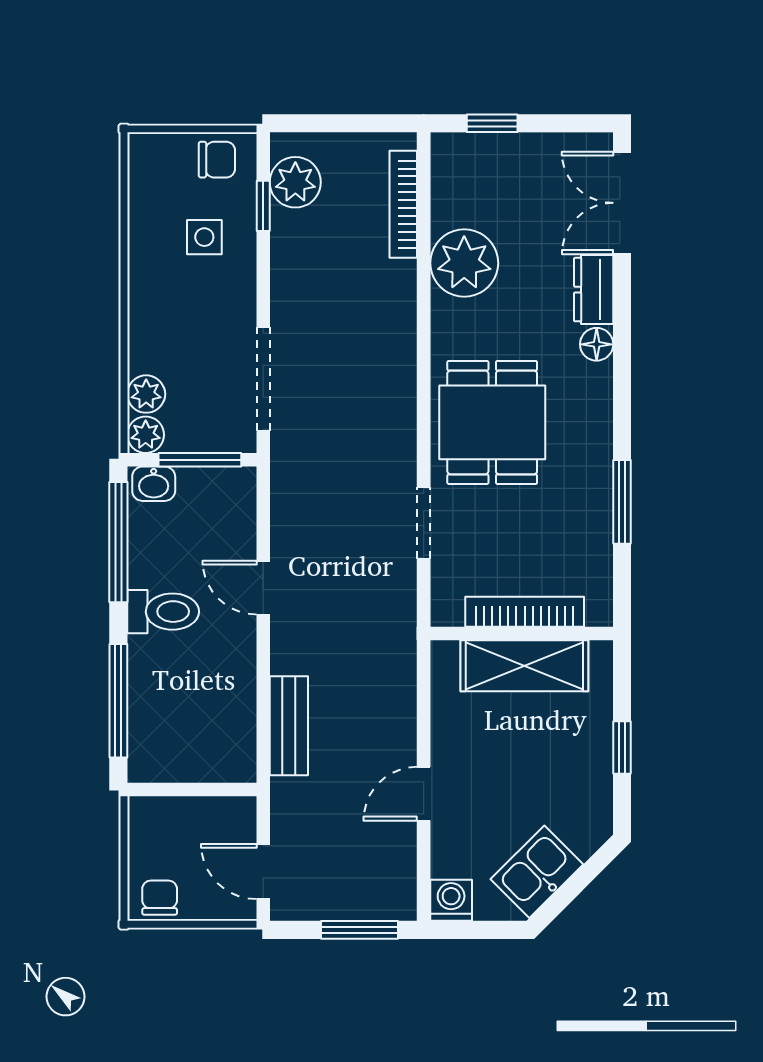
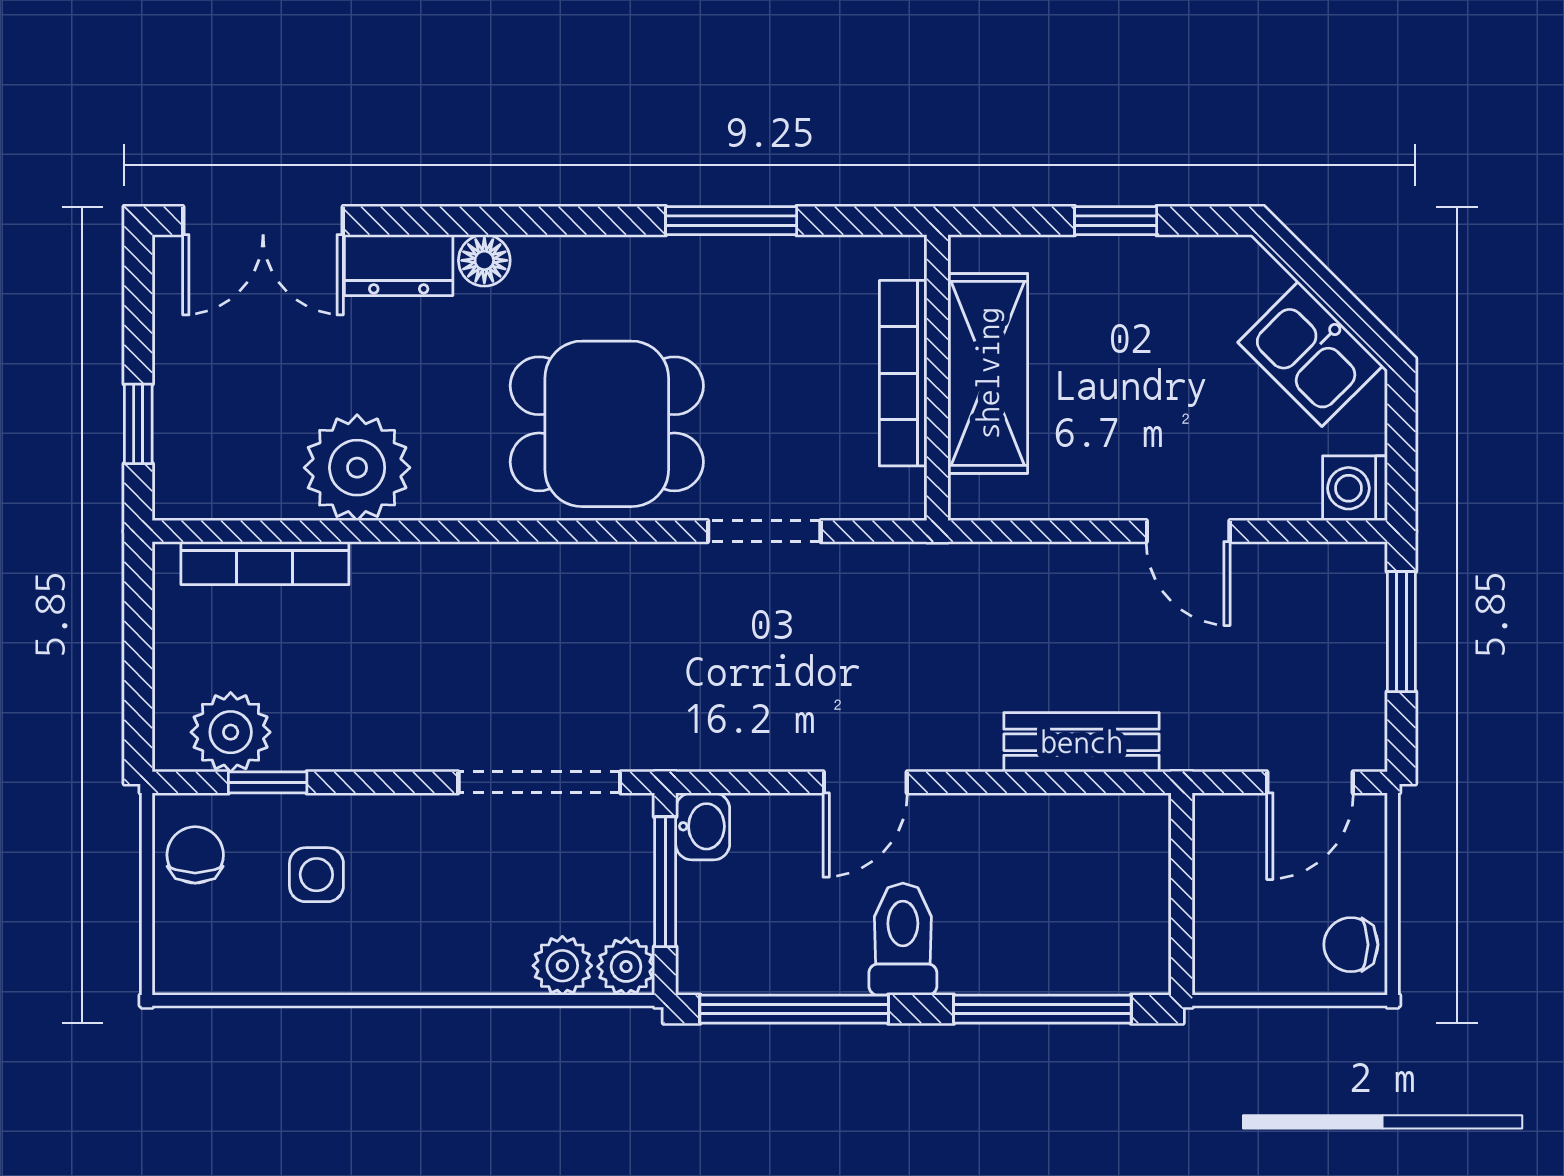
washbasin: (154, 484) -> (703, 826), moved

